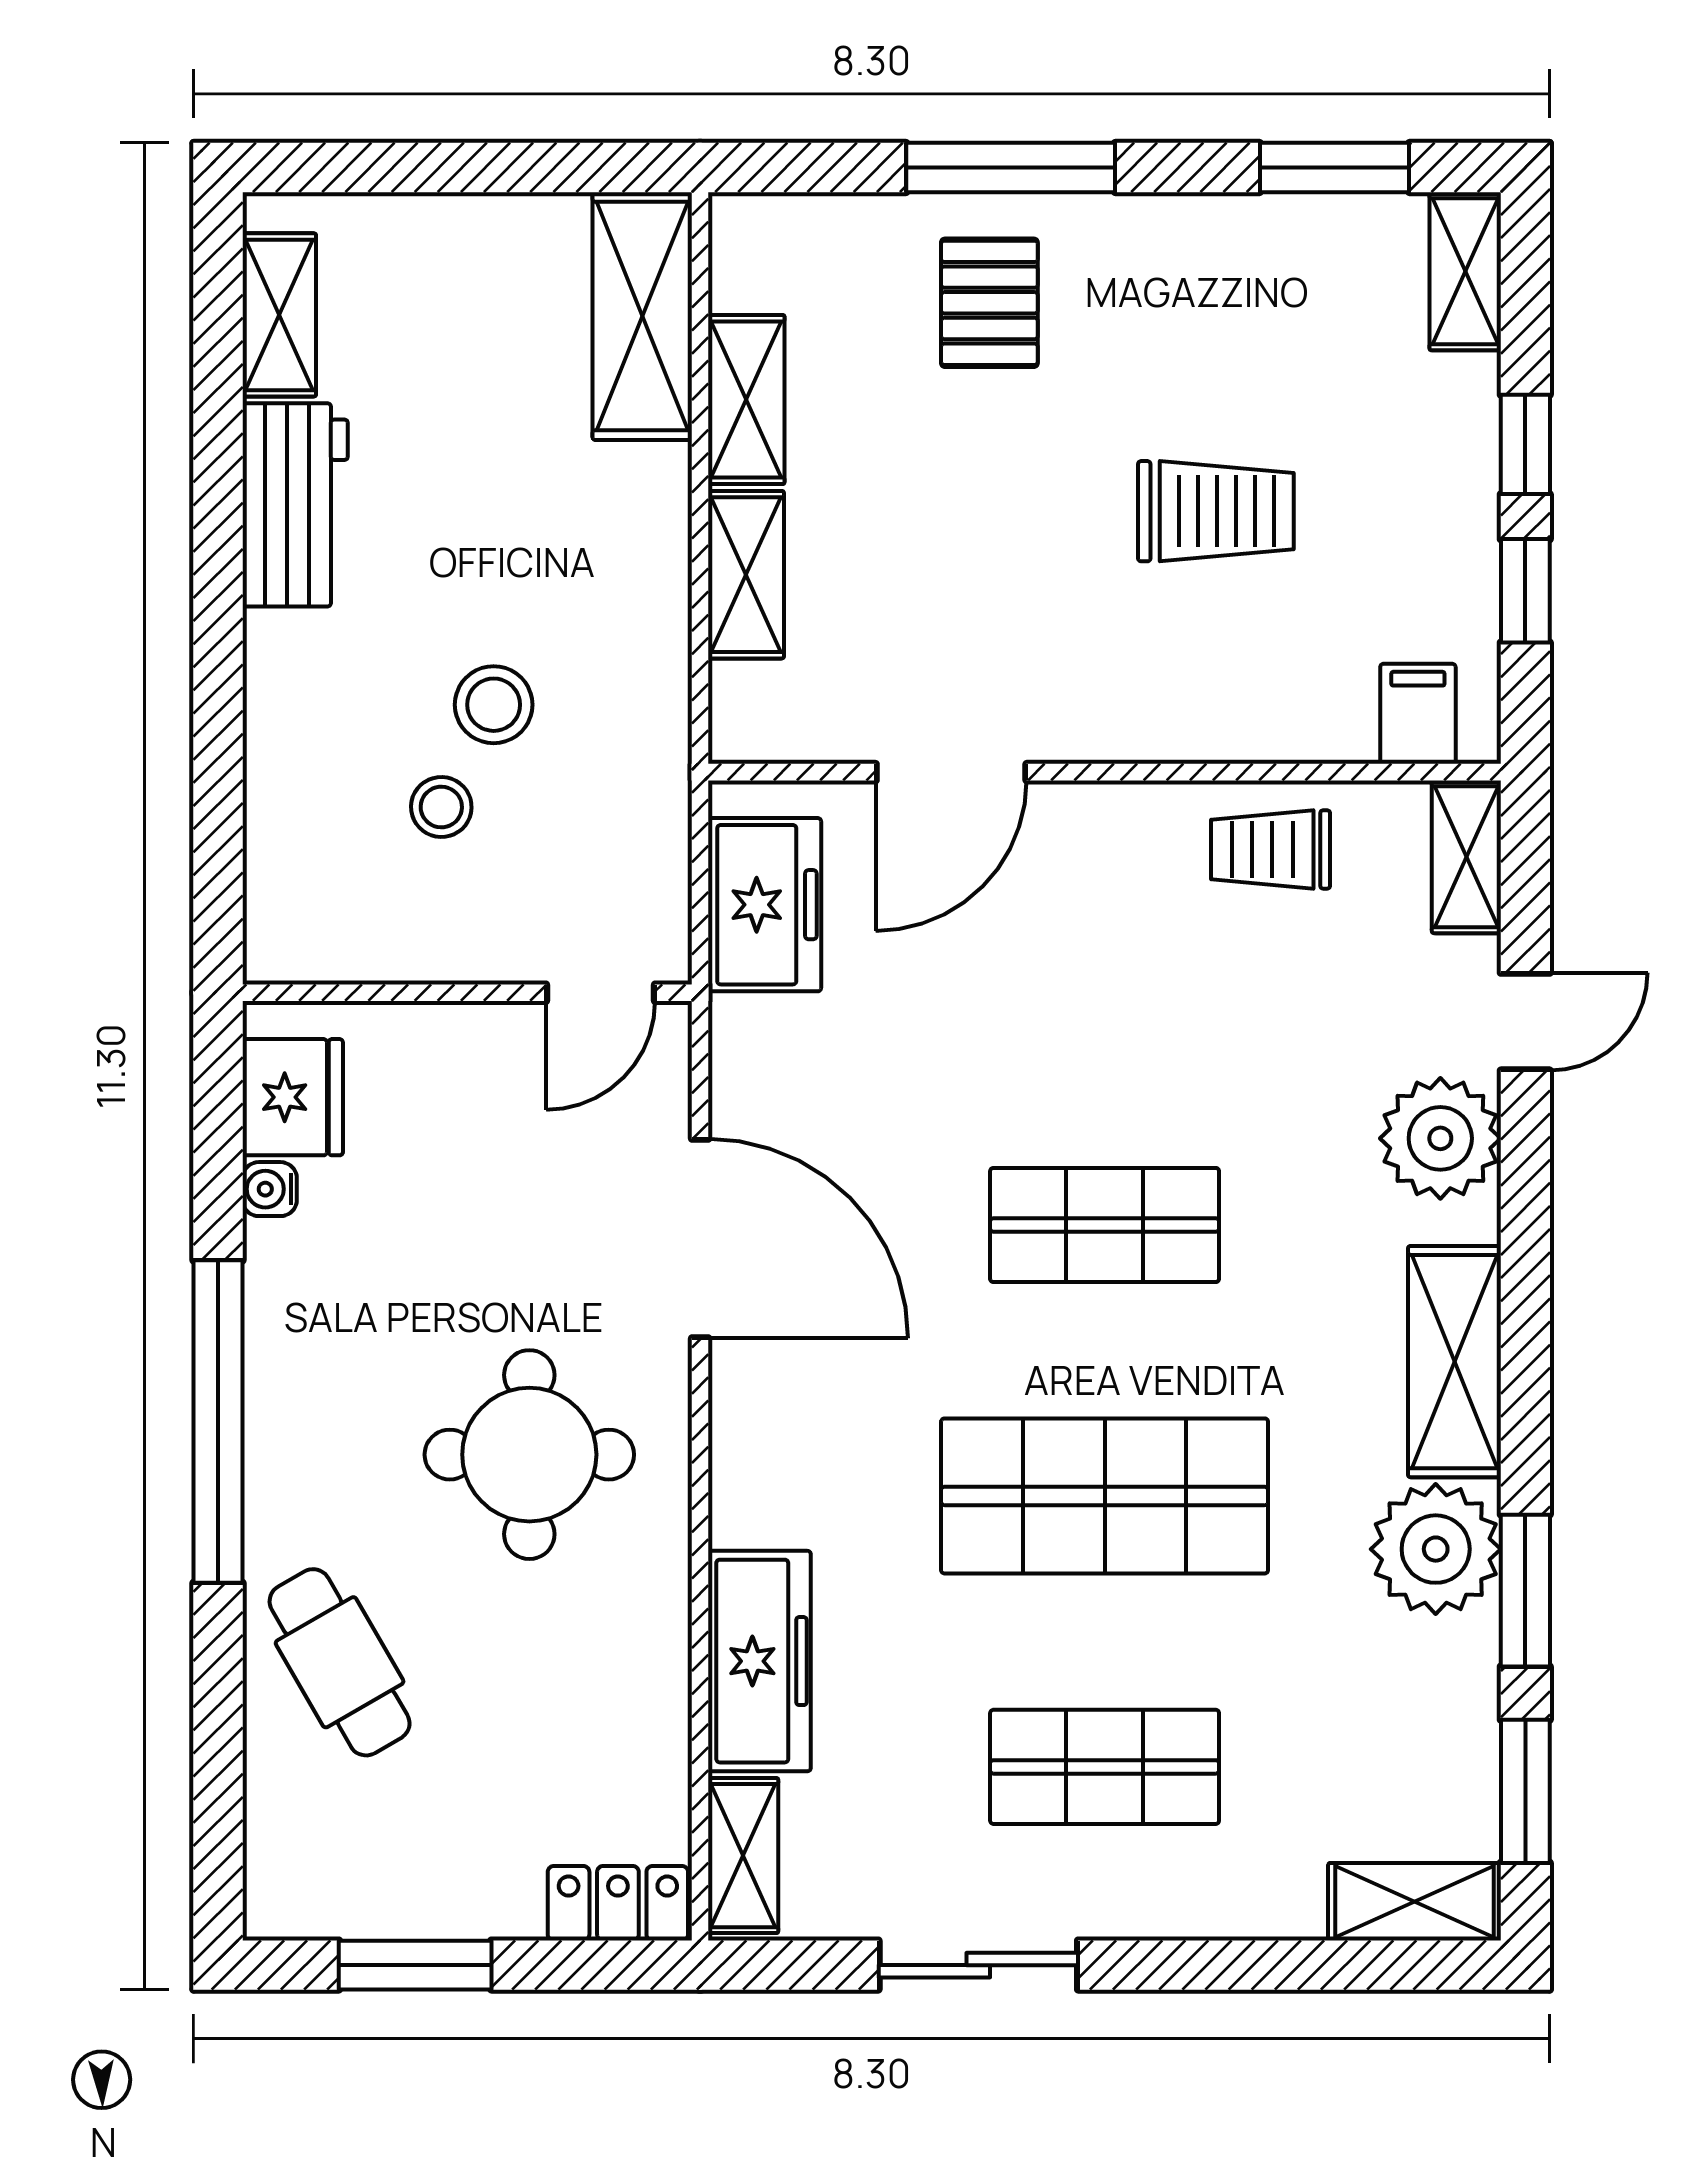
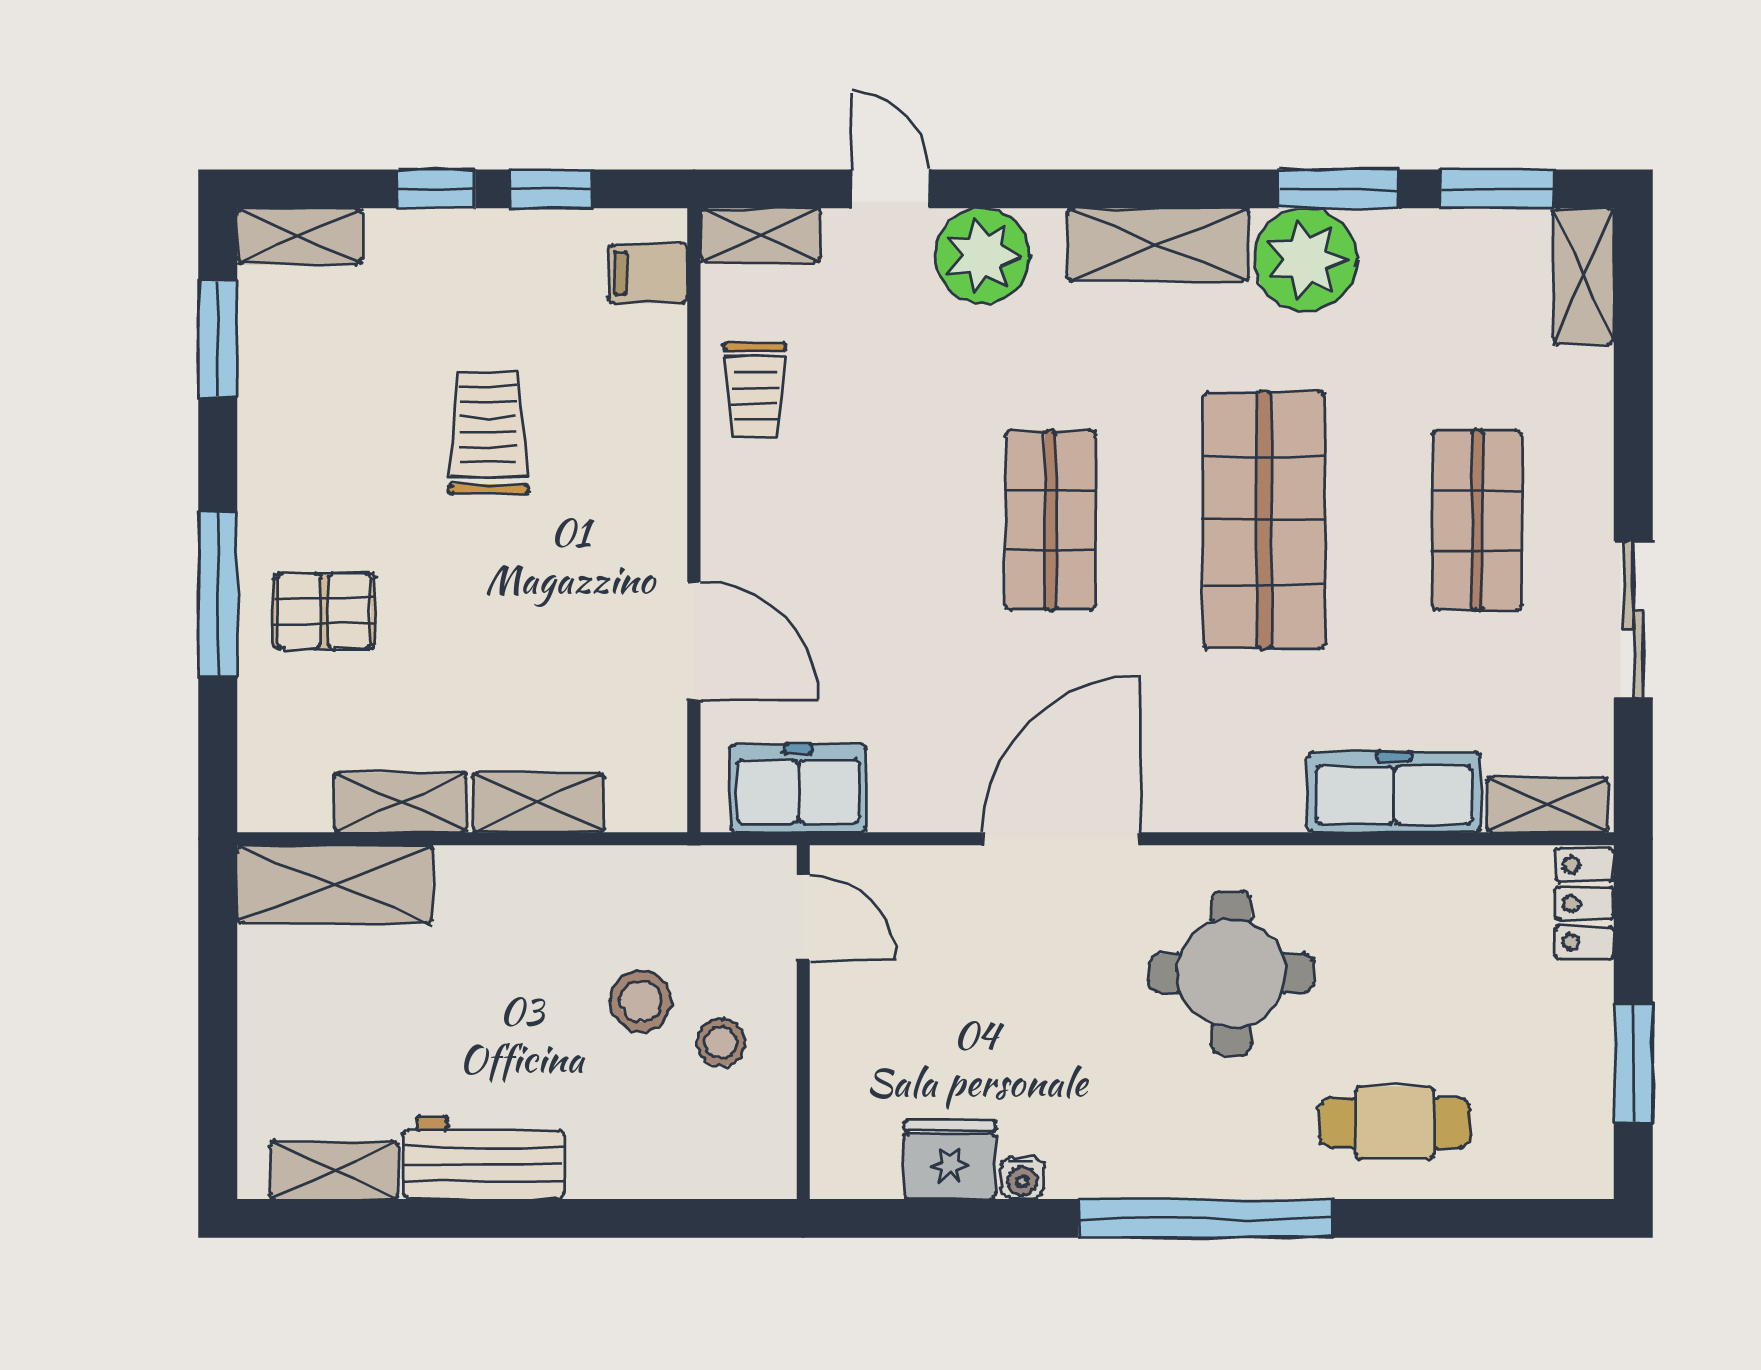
wall: (467, 993) -> (803, 1022), moved
door: (601, 993) -> (803, 917), moved
cafe table: (340, 1662) -> (1395, 1123), turned 30

